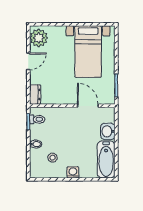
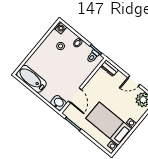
door: (28, 61) -> (134, 81), hinge flipped
door: (88, 106) -> (75, 95), hinge flipped
washbasin: (108, 131) -> (58, 103), moved
washing machine: (73, 172) -> (60, 28), moved

